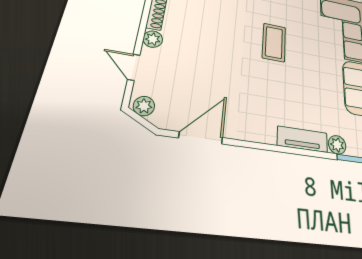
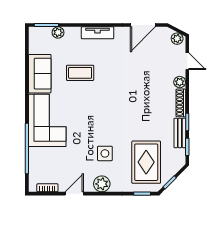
coffee table: (274, 42) -> (80, 73), moved, turned 90
tv unit: (302, 139) -> (98, 33), moved

